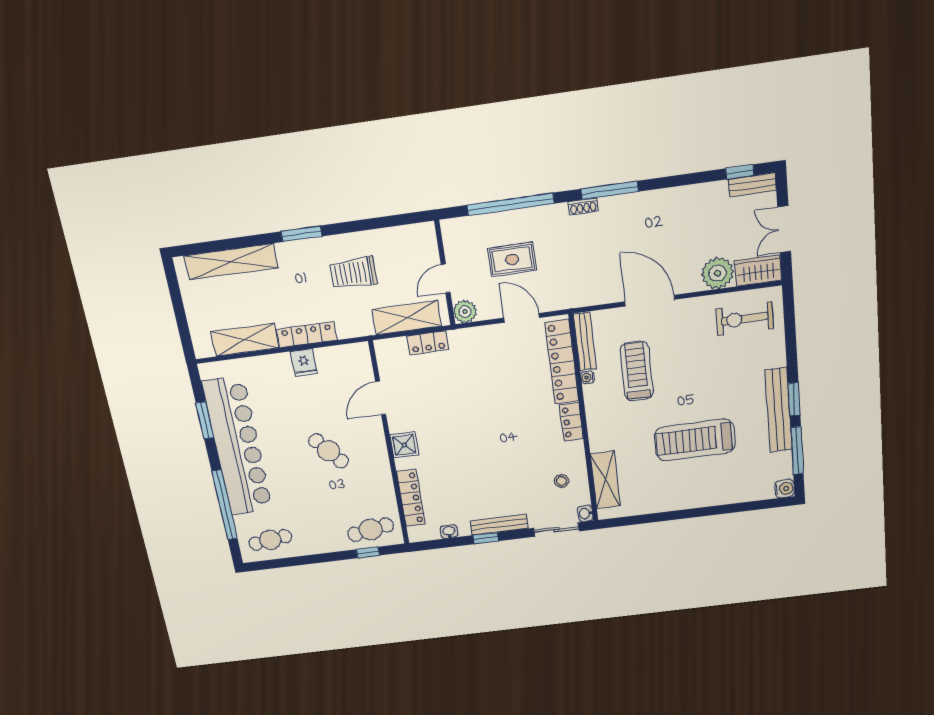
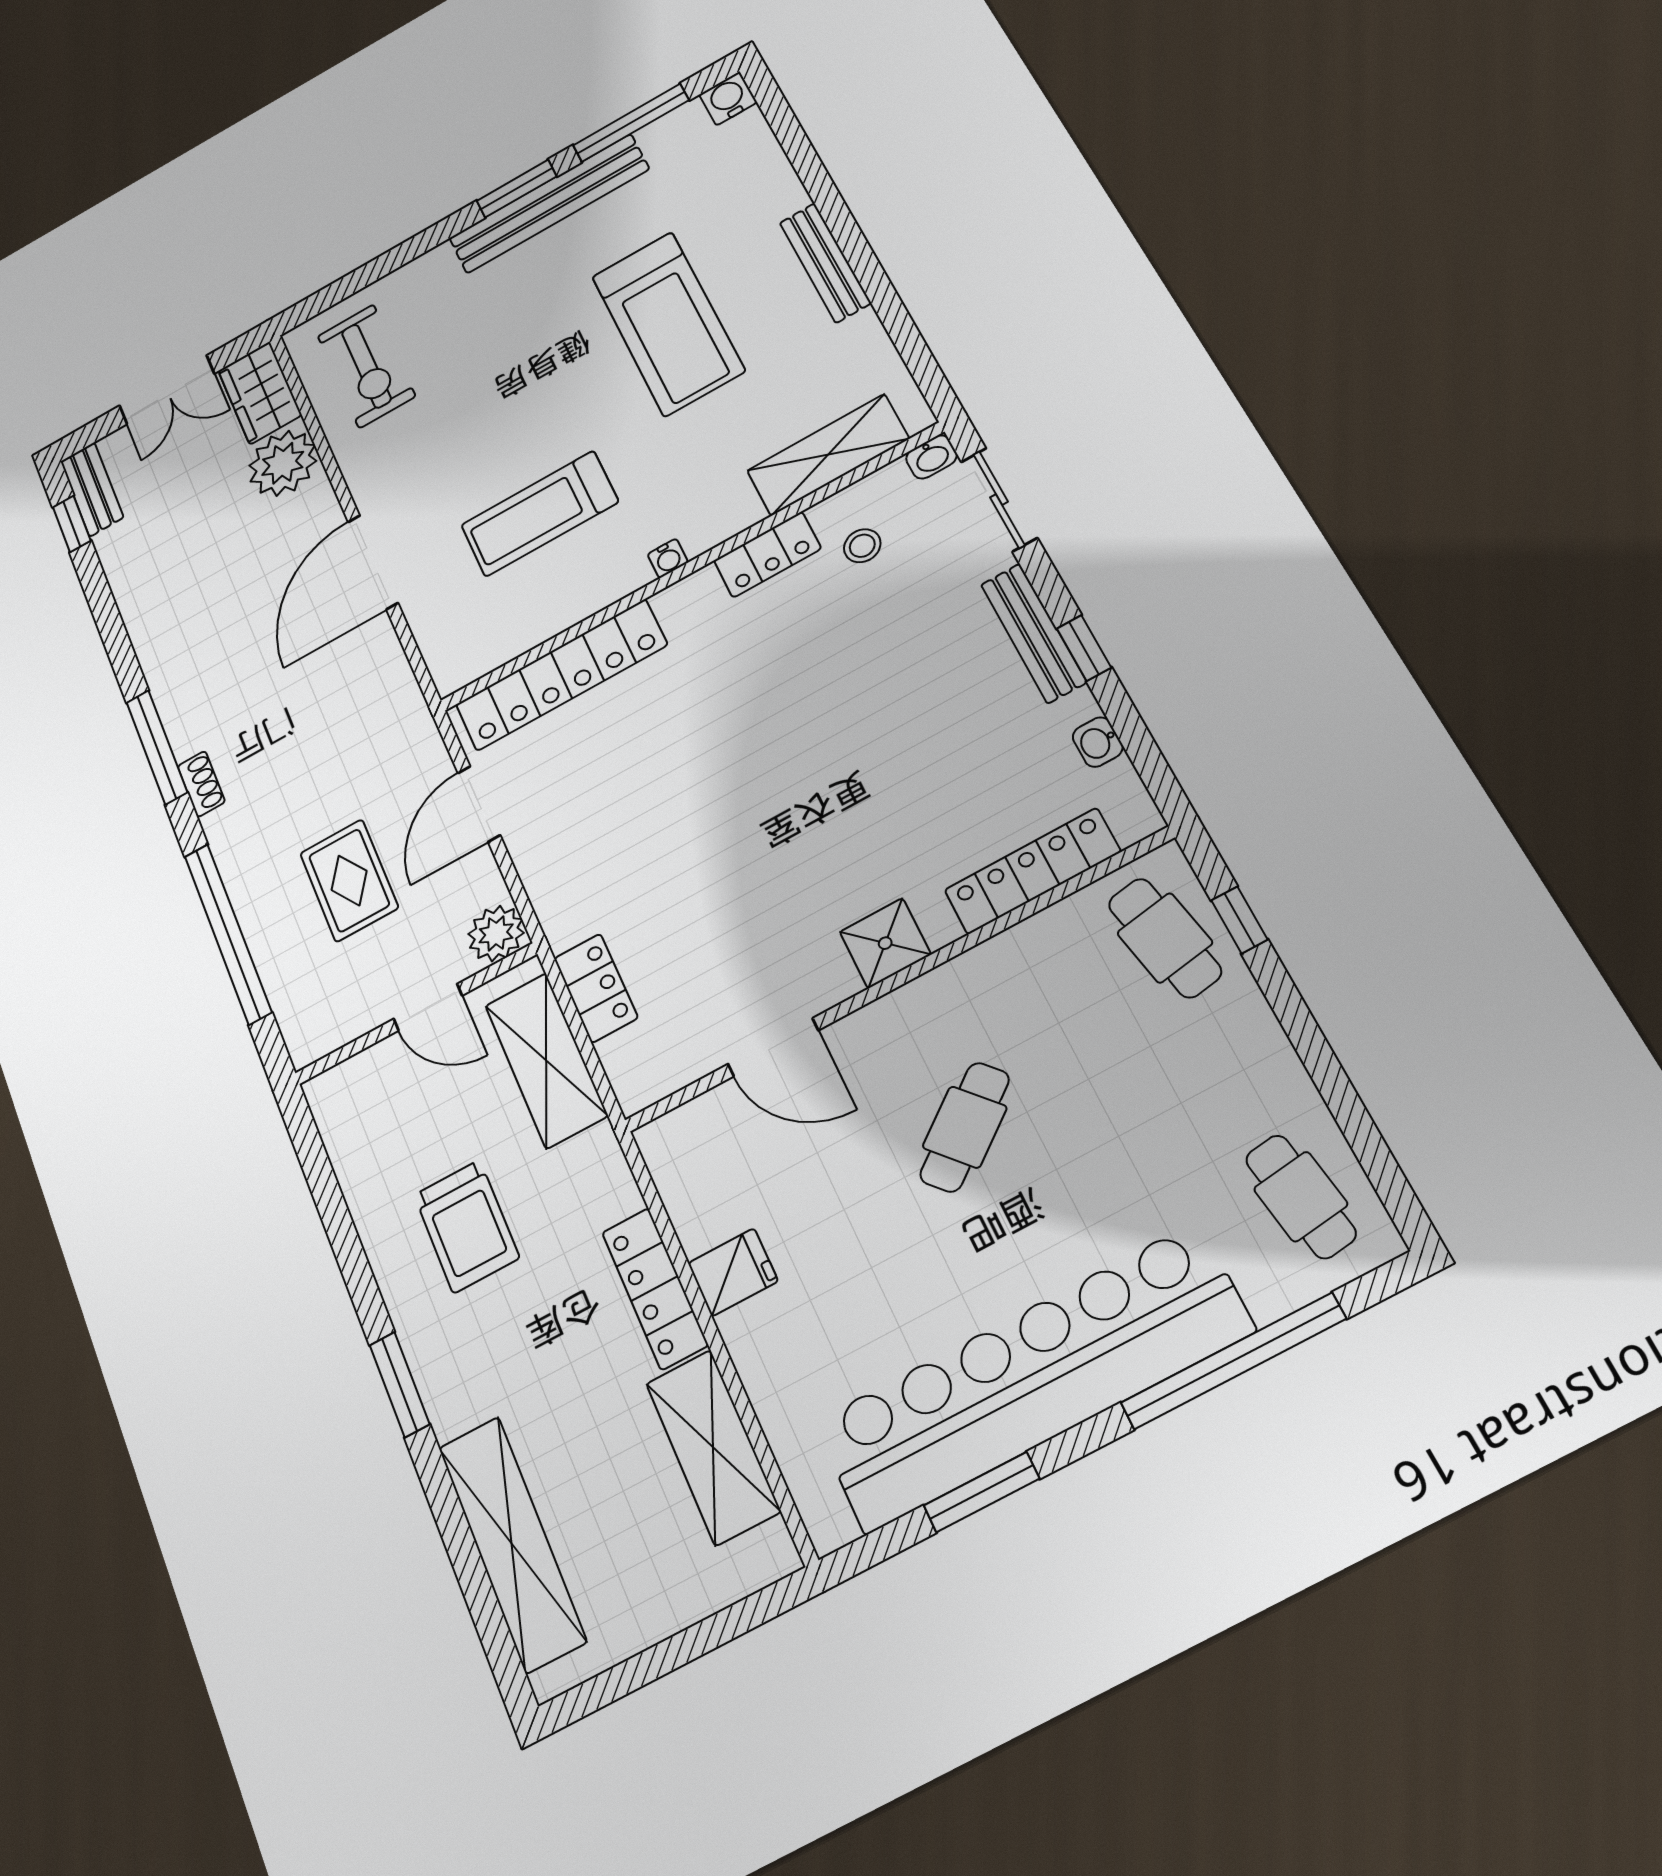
bench: (585, 341) -> (825, 263), moved, turned 90
water cooler: (588, 377) -> (668, 558), moved
locker: (572, 422) -> (767, 555), moved

